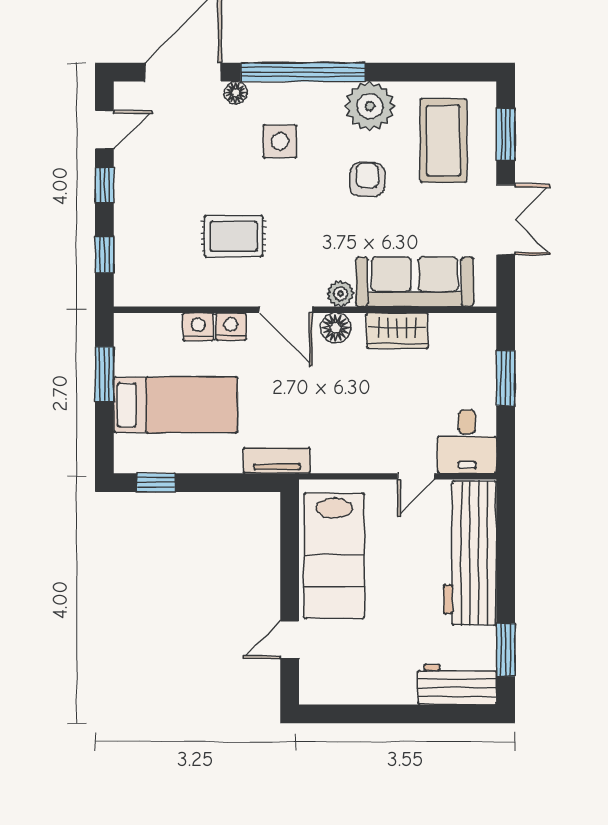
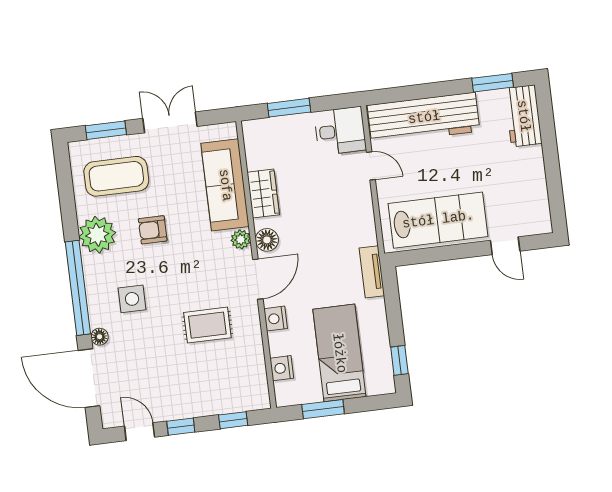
rug: (233, 236) -> (207, 325), turned 90
nightstand: (198, 327) -> (282, 368), moved

